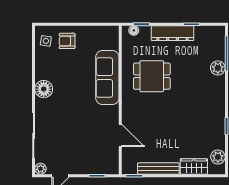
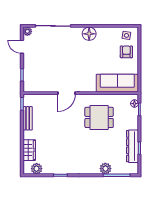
dresser: (173, 33) -> (132, 146), moved
dining table: (152, 76) -> (99, 117), turned 90
sofa: (107, 78) -> (117, 83), moved
door: (120, 135) -> (67, 93), moved
bench: (158, 168) -> (28, 118), width x0.73

